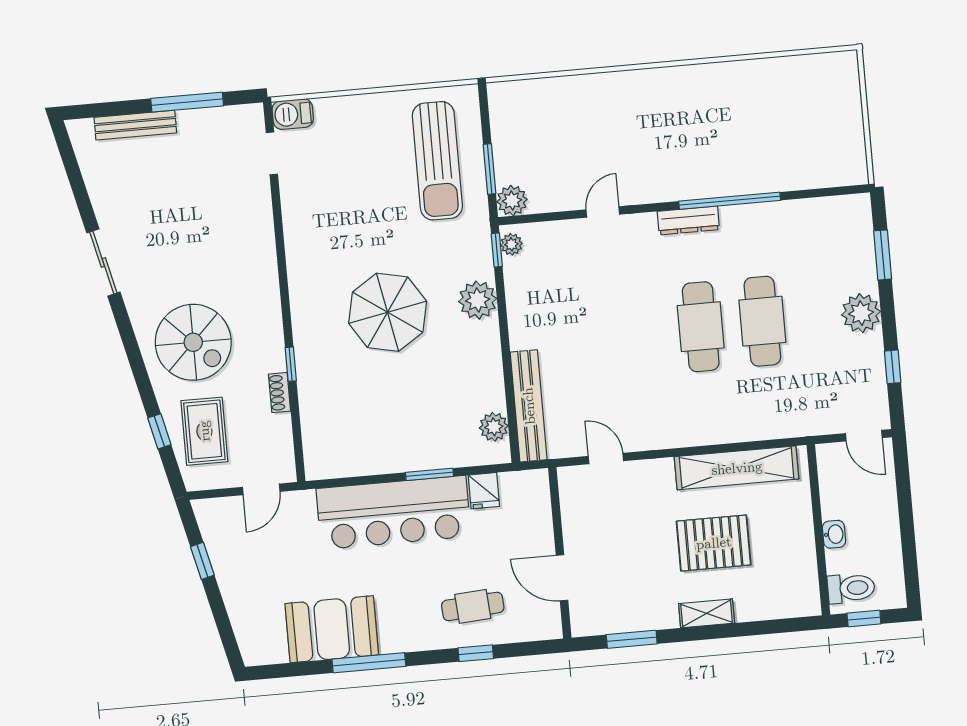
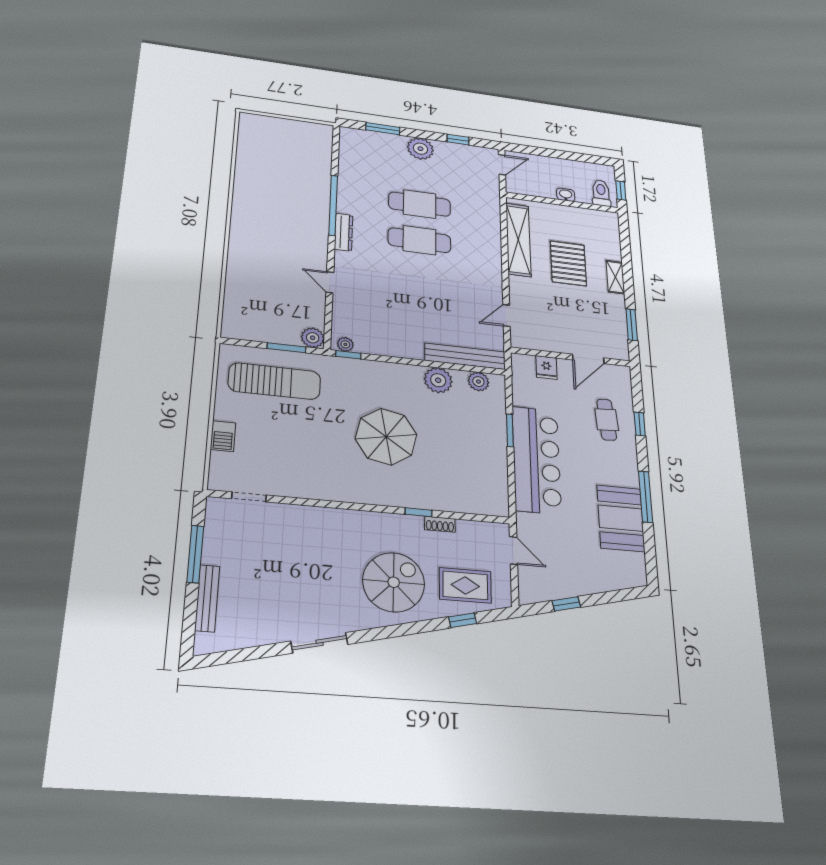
barbecue: (293, 114) -> (223, 436), moved
plant: (478, 300) -> (438, 380), moved
fridge: (484, 491) -> (546, 368), moved, turned 90

